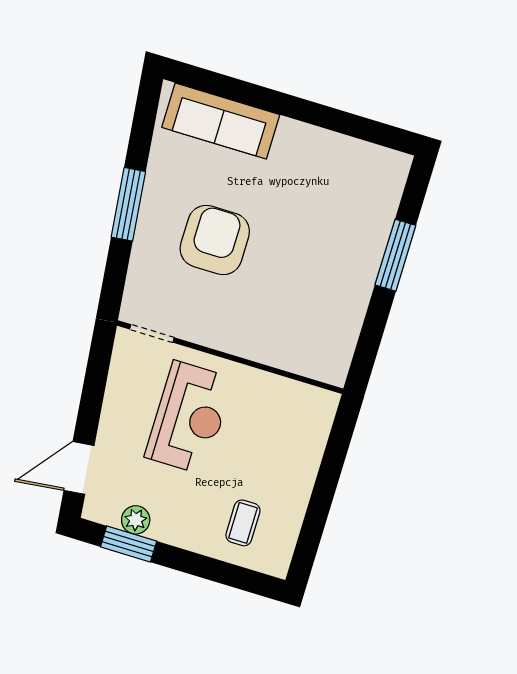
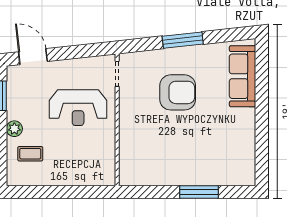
plant: (136, 520) -> (14, 129), moved

